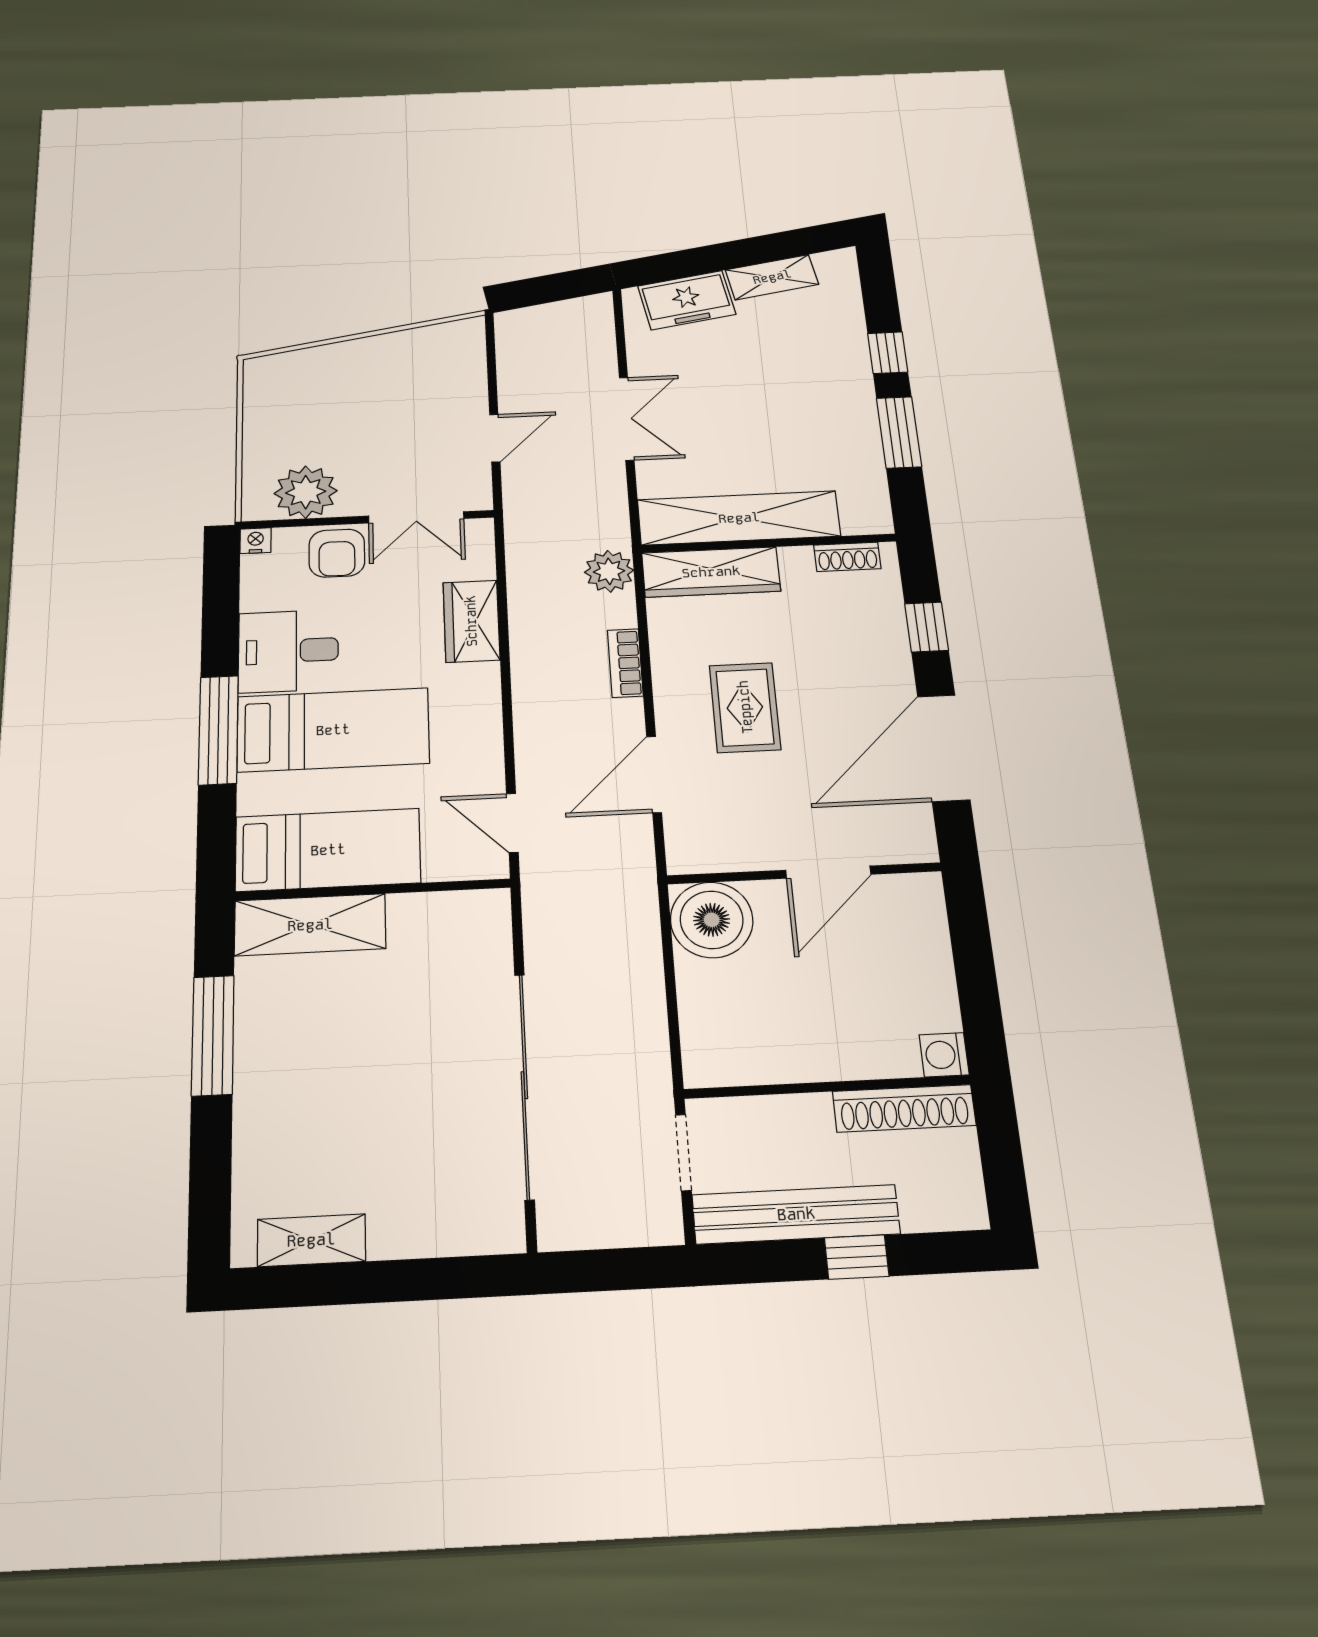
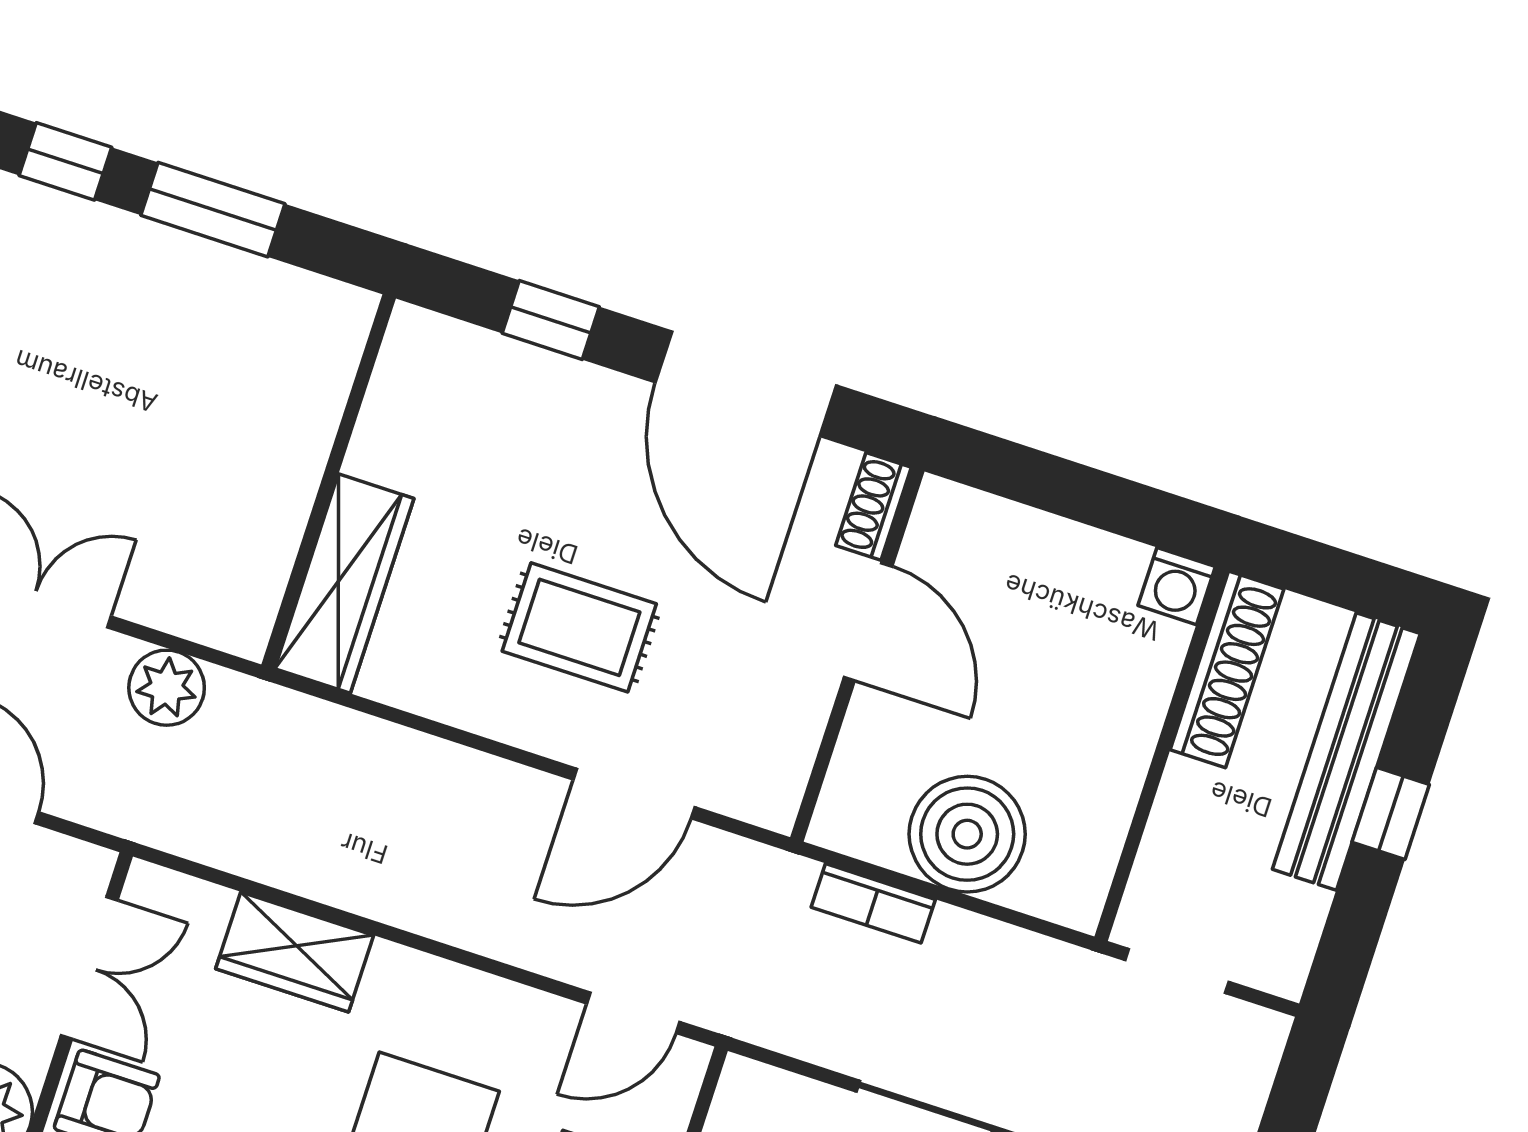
shelving: (739, 518) -> (269, 506), removed
shoe rack: (847, 557) -> (873, 506), moved, turned 180
plant: (609, 571) -> (167, 688), moved
bookcase: (625, 663) -> (873, 903), moved
door: (654, 774) -> (634, 793), hinge flipped
boiler: (712, 920) -> (967, 834), moved
bench: (796, 1214) -> (1346, 751), moved

